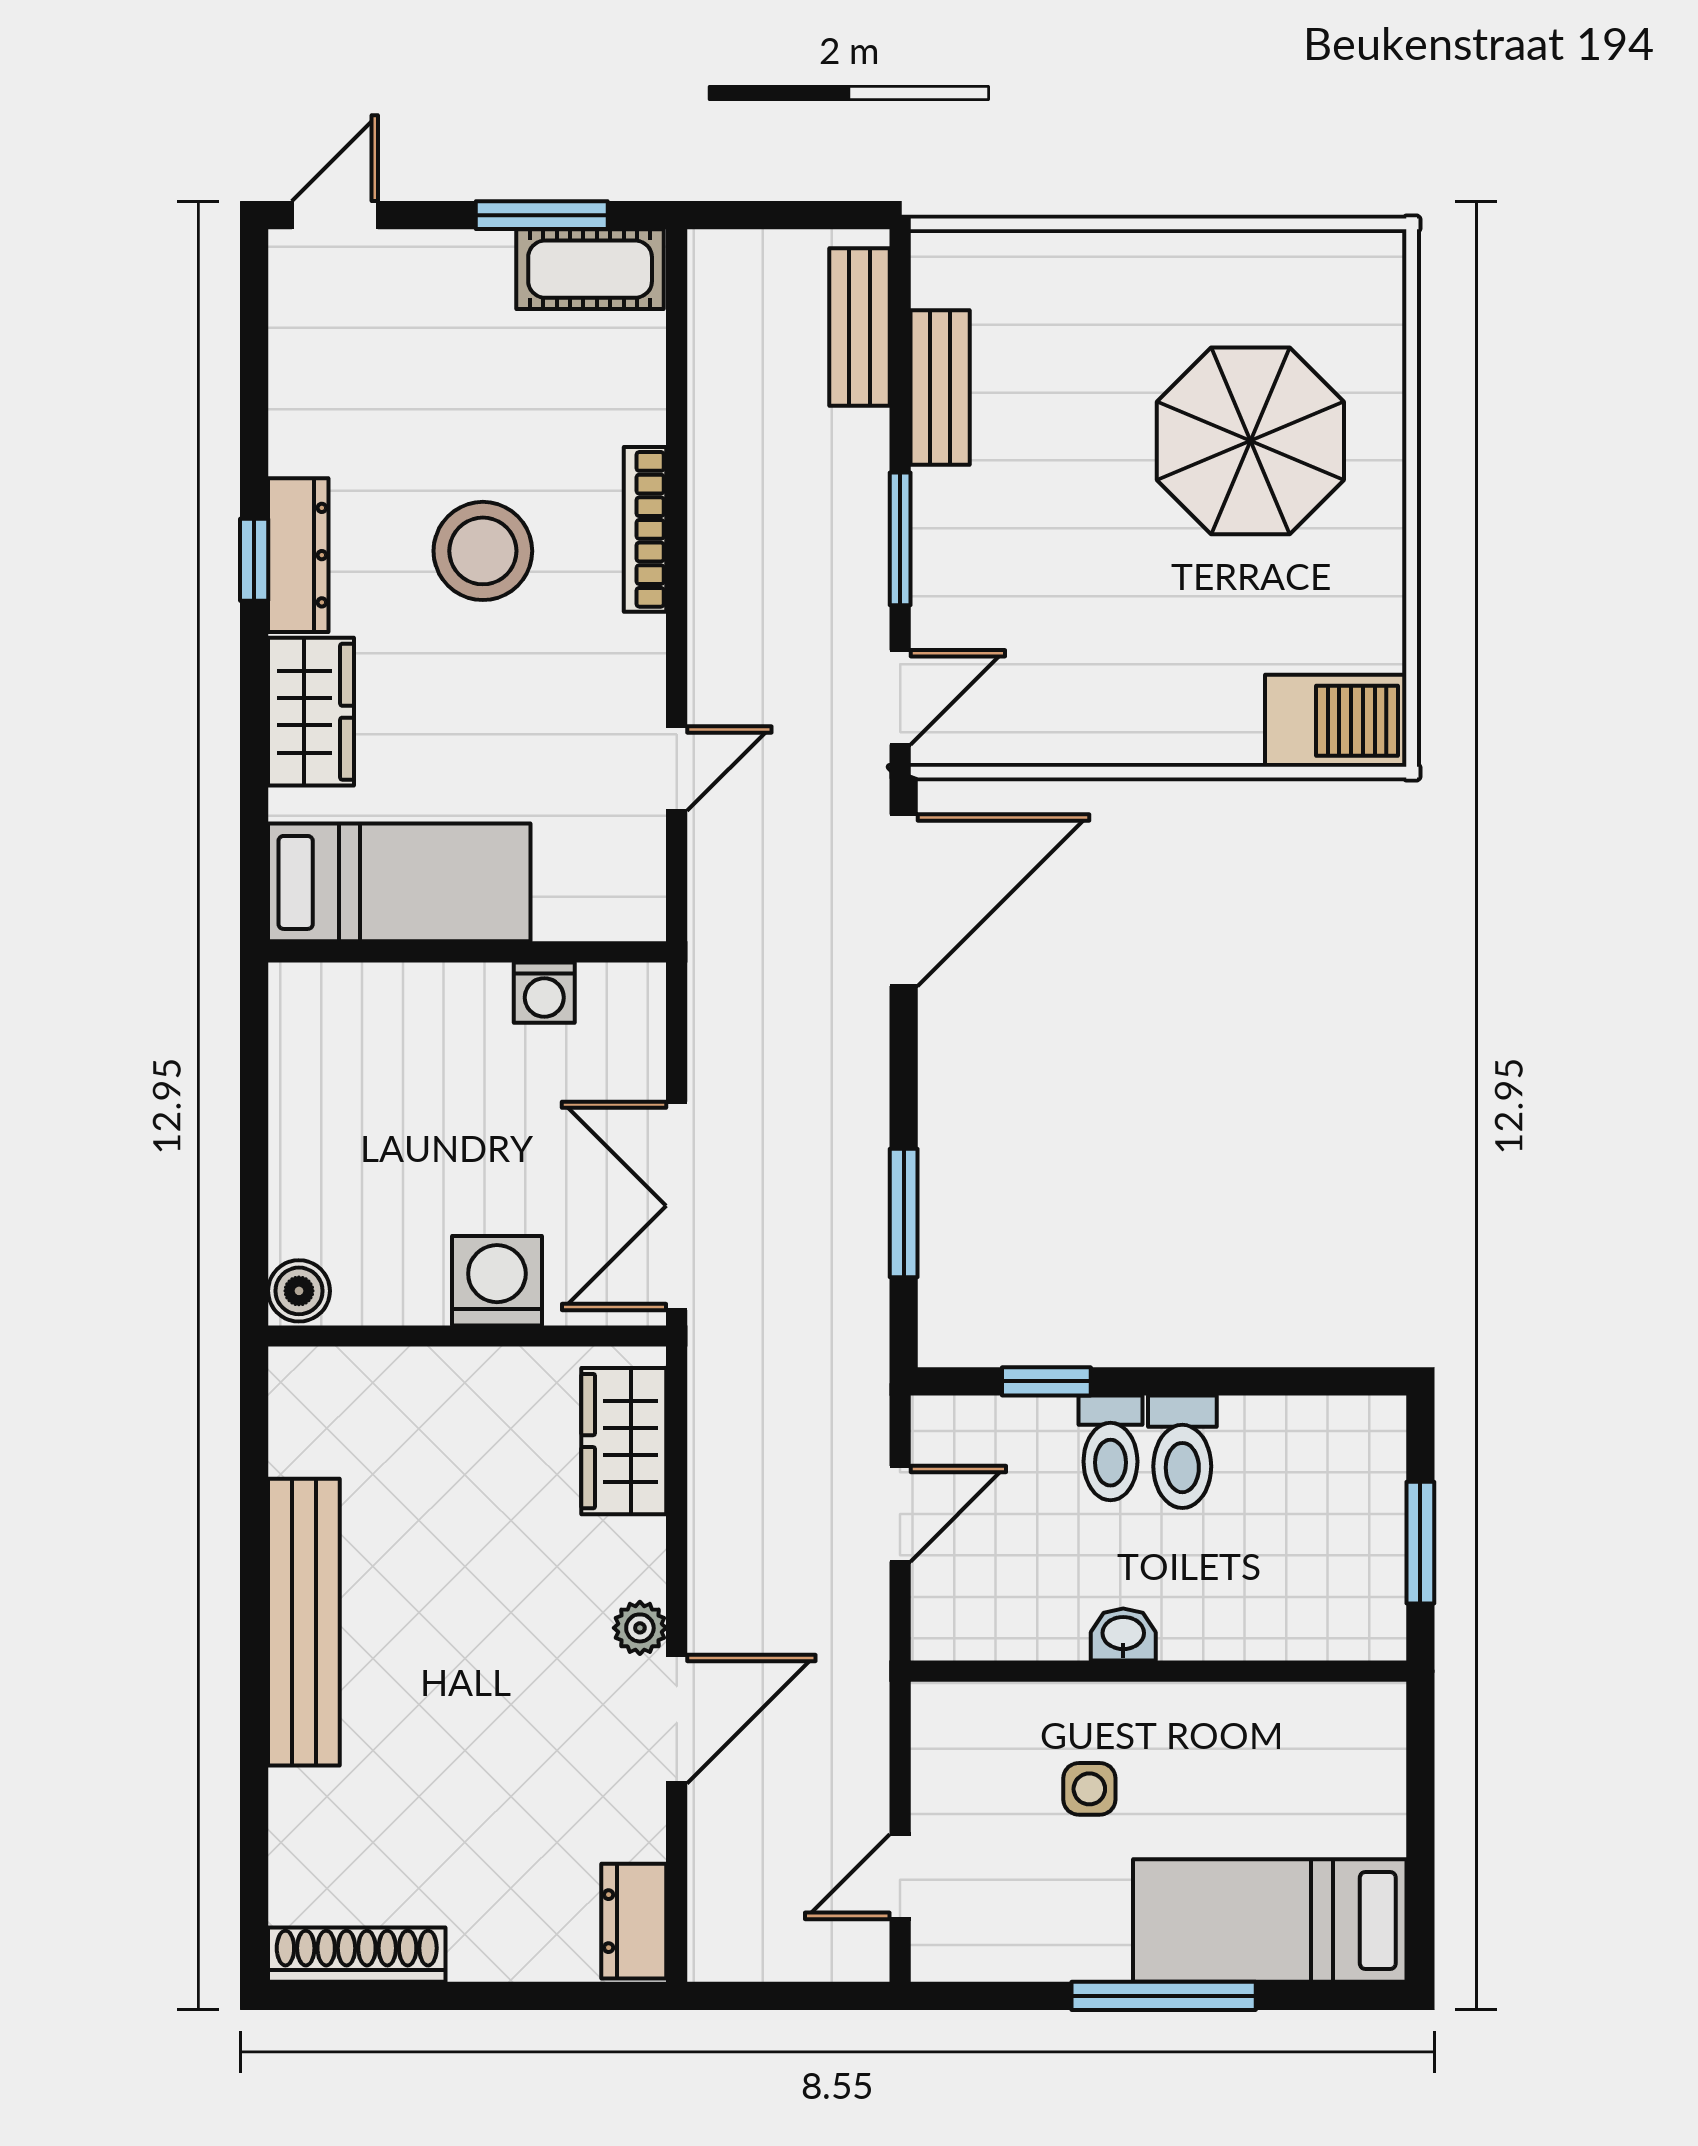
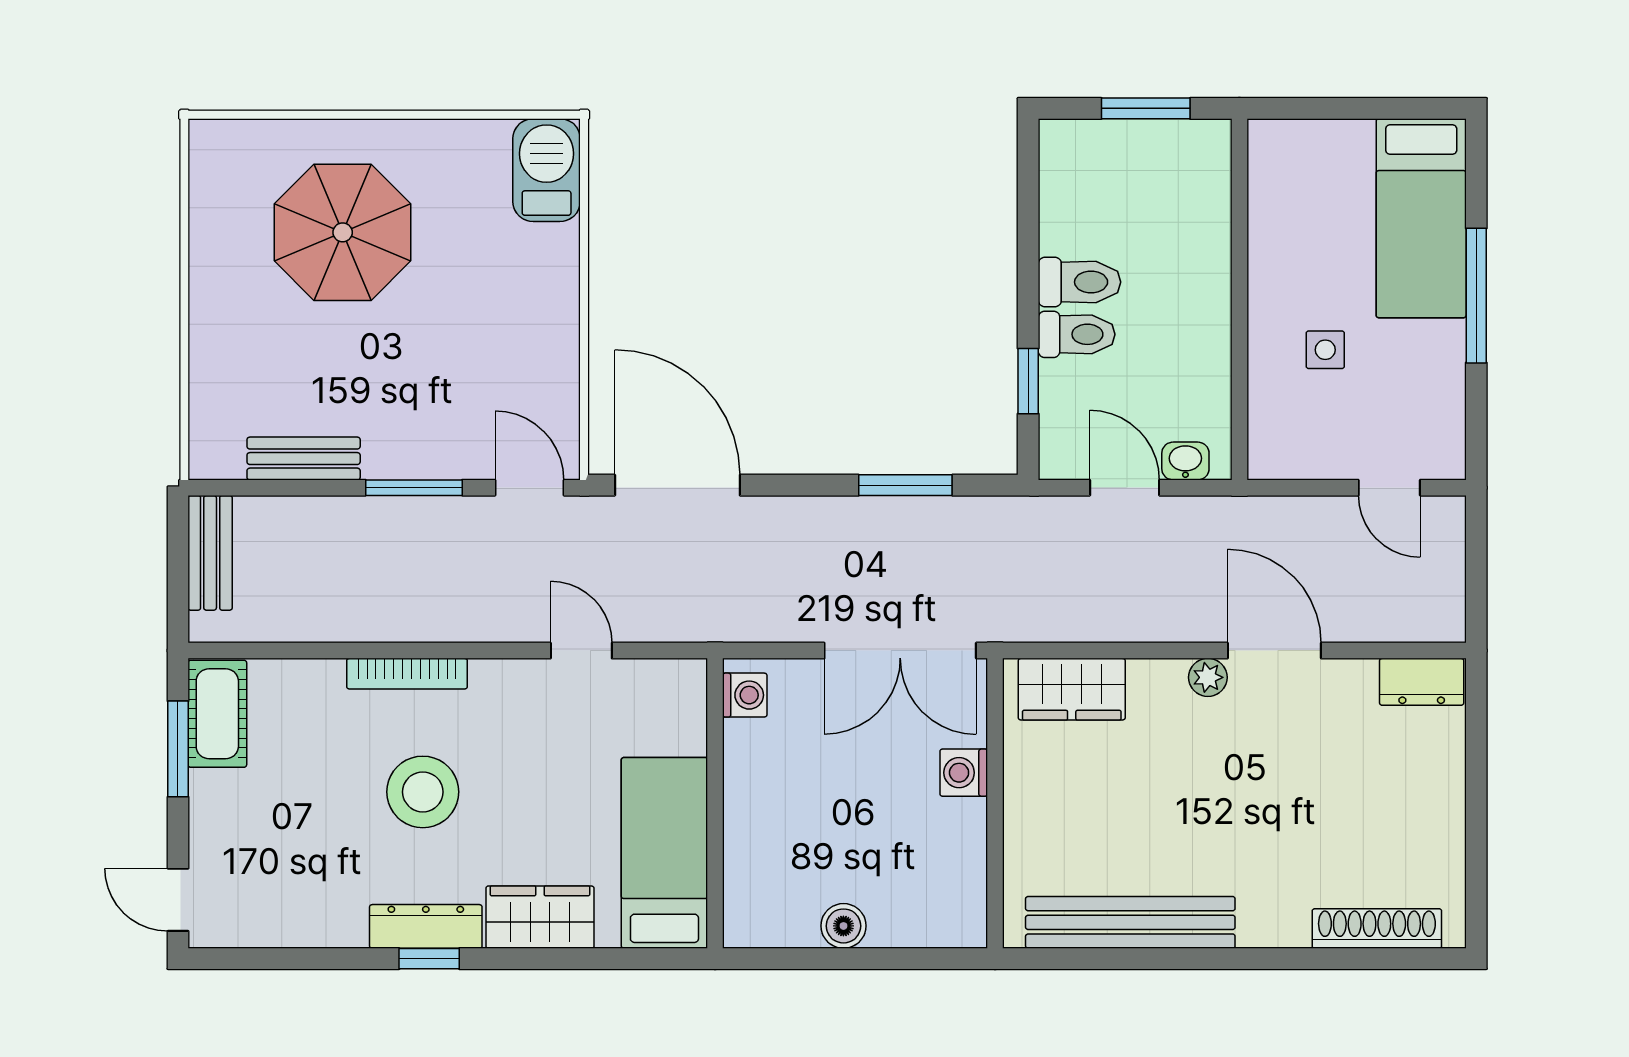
bench: (860, 327) -> (210, 553), moved, turned 90
washing machine: (544, 993) -> (745, 695), moved
washing machine: (497, 1281) -> (964, 773), width x0.73, depth x0.73
boiler: (299, 1291) -> (843, 926), moved
bench: (304, 1622) -> (1130, 922), moved
washbasin: (1123, 1635) -> (1185, 461), moved, turned 90
shoe rack: (357, 1955) -> (1377, 928), moved, turned 90

